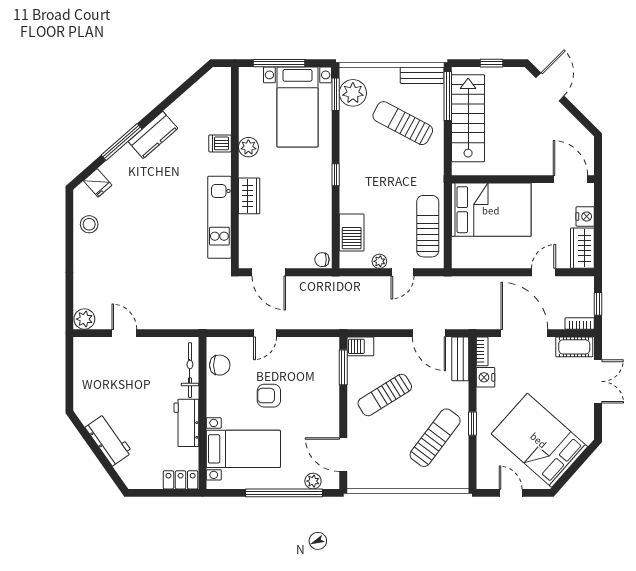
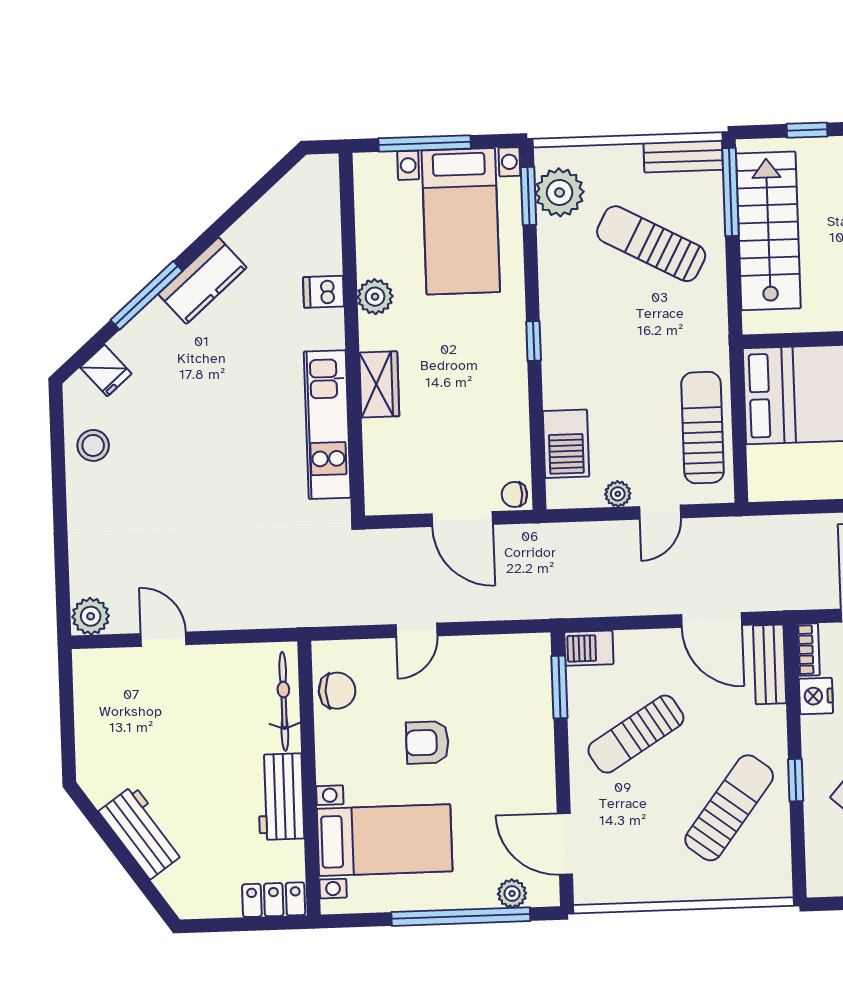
door: (269, 272) -> (462, 519), moved

